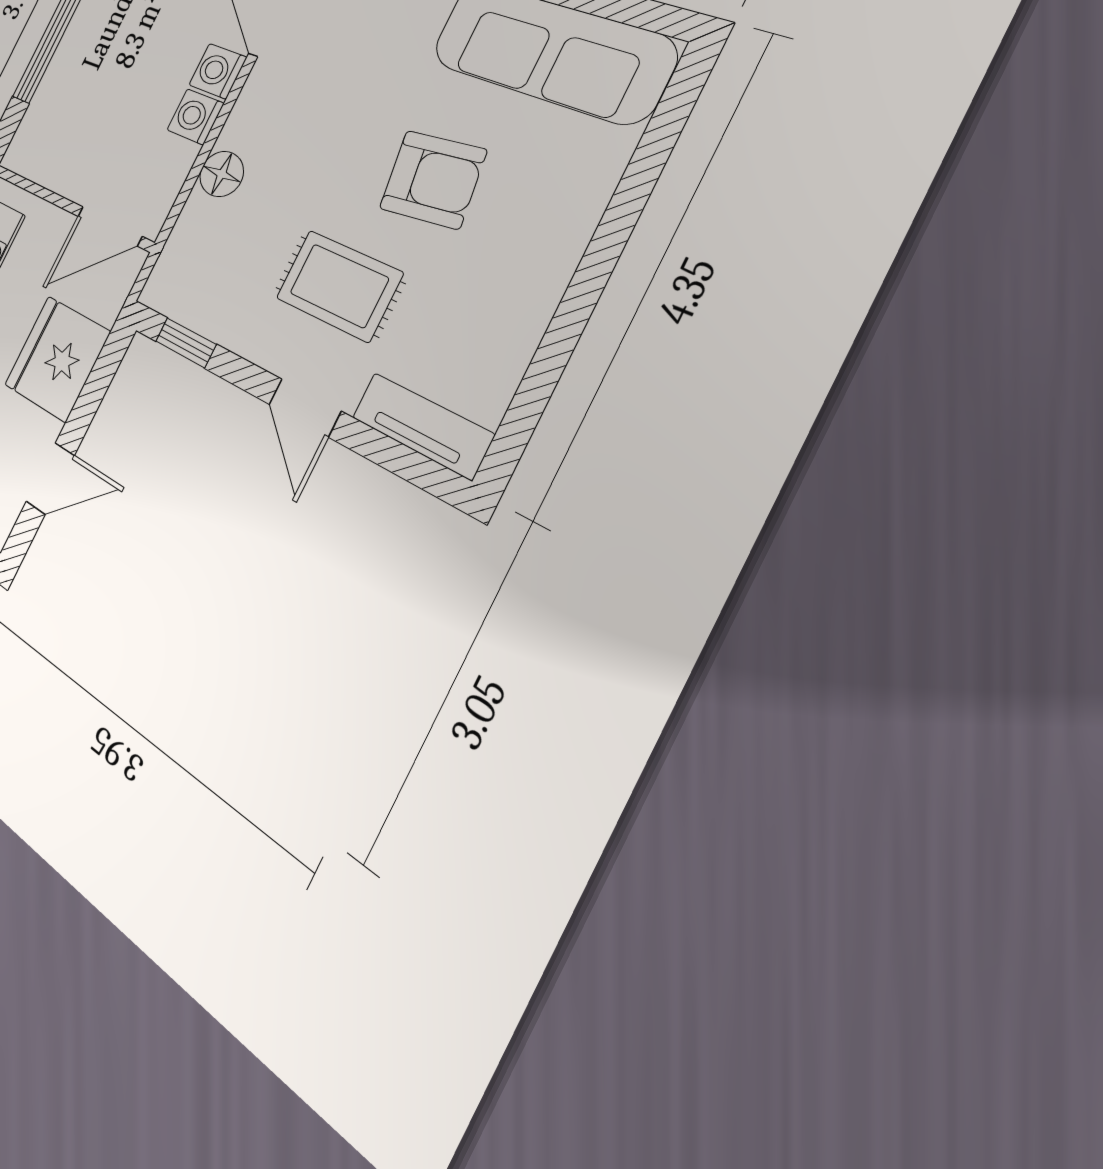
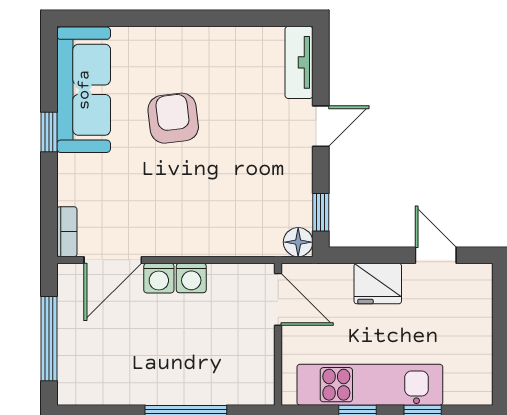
floor lamp: (222, 174) -> (298, 242), moved
rug: (339, 286) -> (250, 140), removed
fridge: (57, 359) -> (378, 284), width x0.73, depth x0.75

